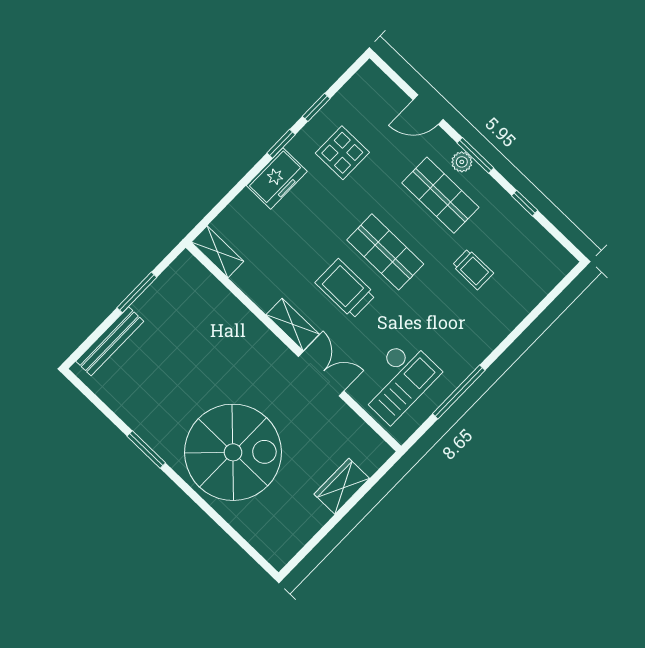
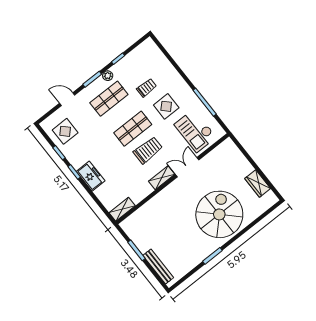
door: (428, 110) -> (67, 99), swing flipped
display table: (342, 153) -> (65, 131), moved
plant: (462, 162) -> (108, 76), moved
trolley: (345, 289) -> (148, 150), turned 180
display table: (440, 314) -> (166, 106), added
checkout: (398, 380) -> (195, 131), turned 180
wardrobe: (342, 486) -> (258, 183), moved

